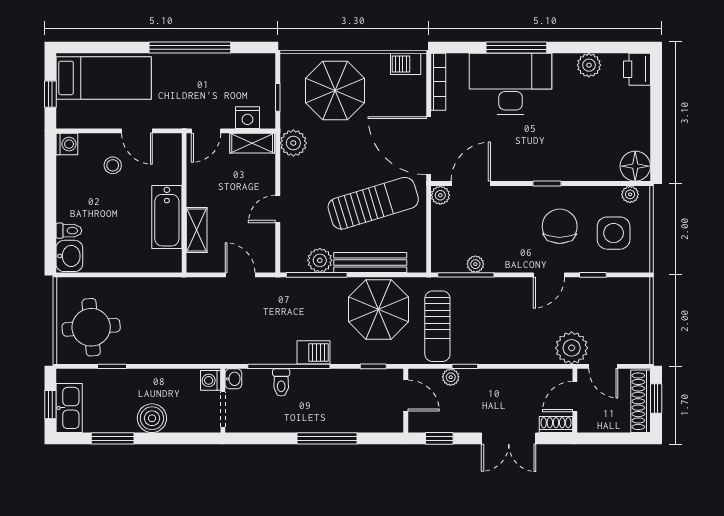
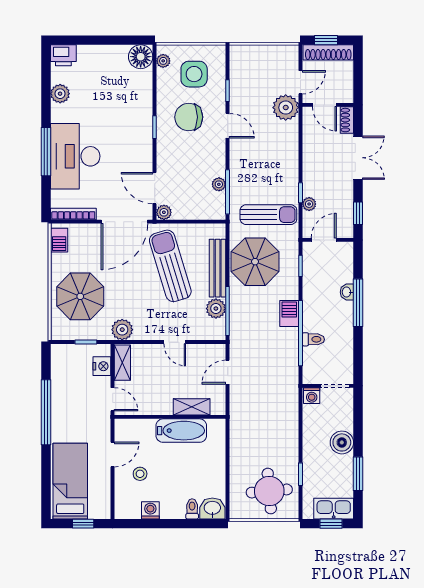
washing machine: (67, 144) -> (150, 510), moved
washbasin: (233, 379) -> (347, 292), moved, turned -90

